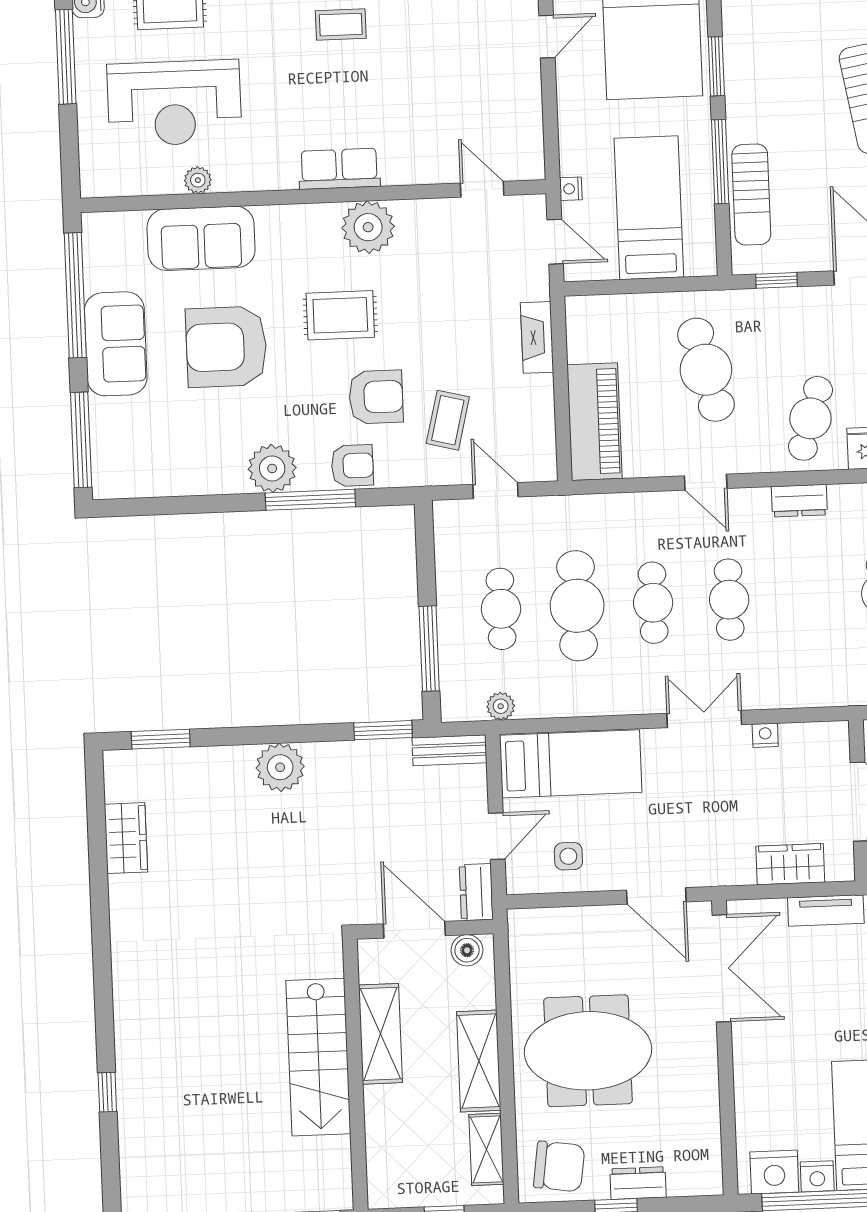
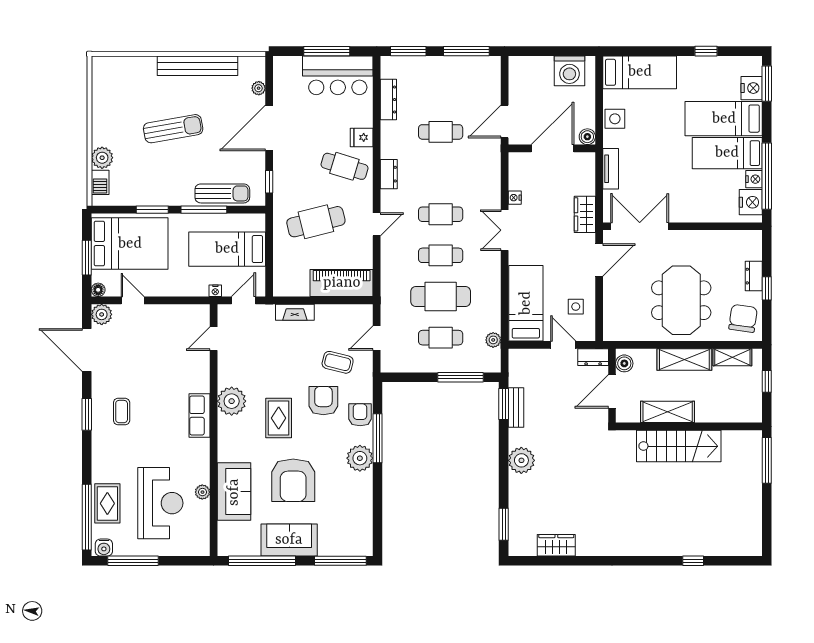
bench: (449, 750) -> (516, 407), moved
wardrobe: (790, 864) -> (585, 214), moved

